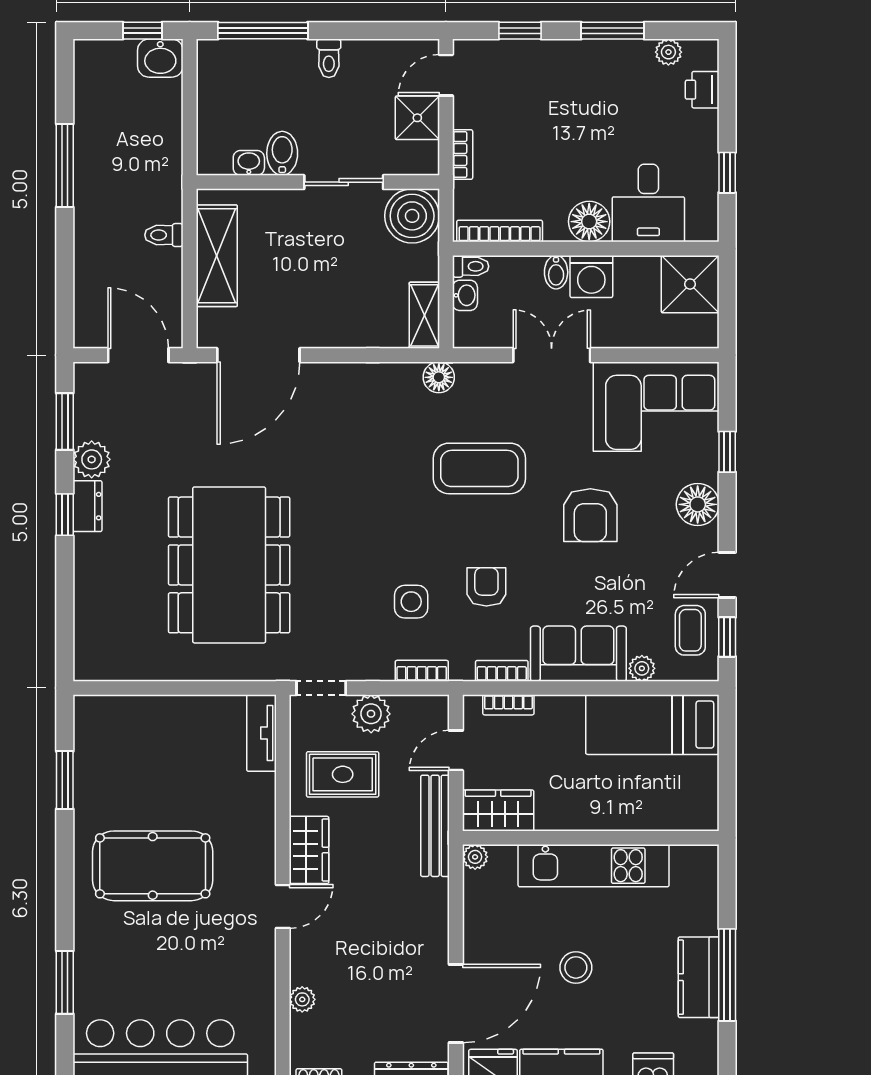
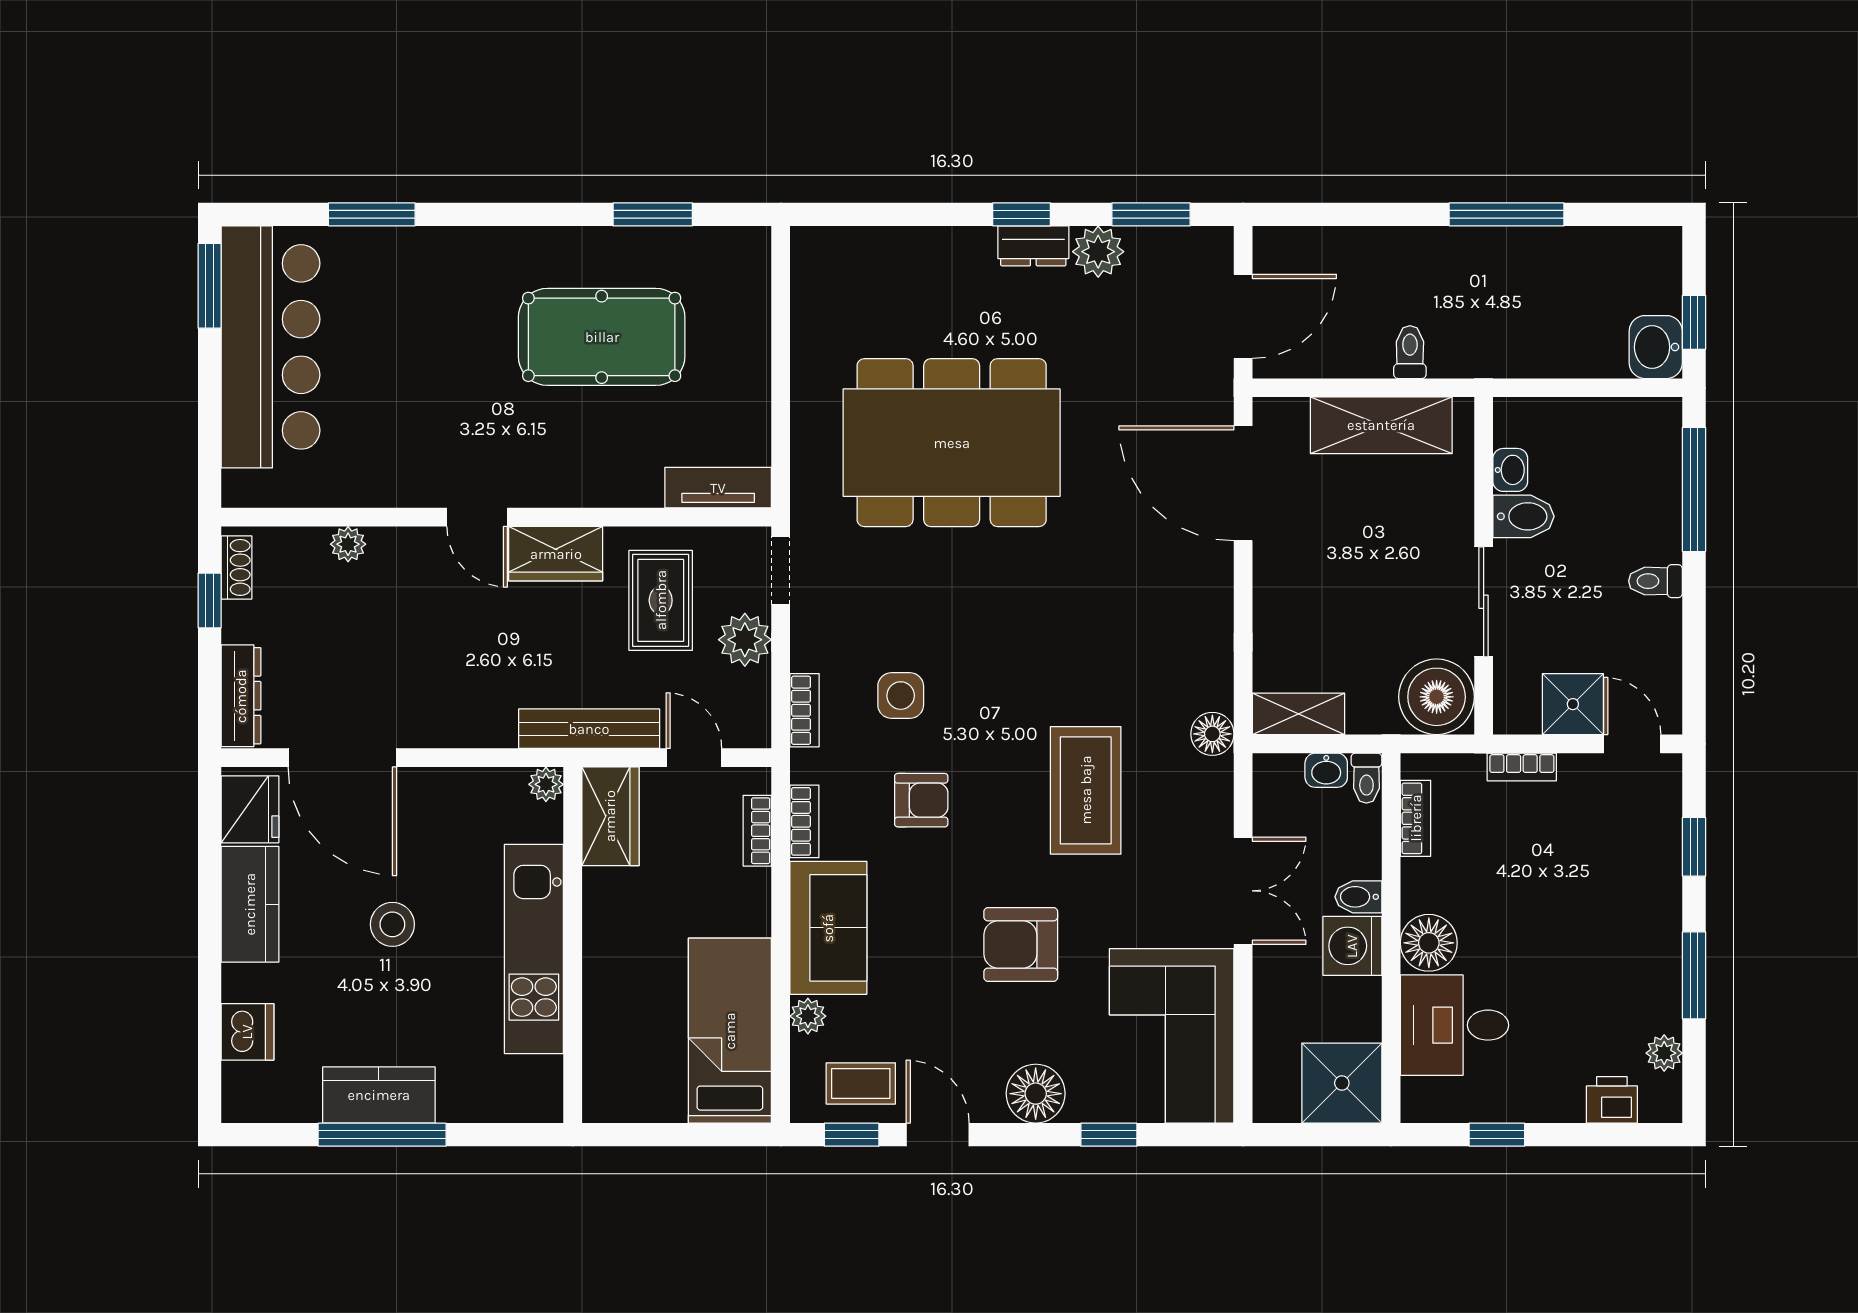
bookcase: (500, 231) -> (1416, 818), width x0.64
pool table: (153, 866) -> (602, 337), moved, turned 90

